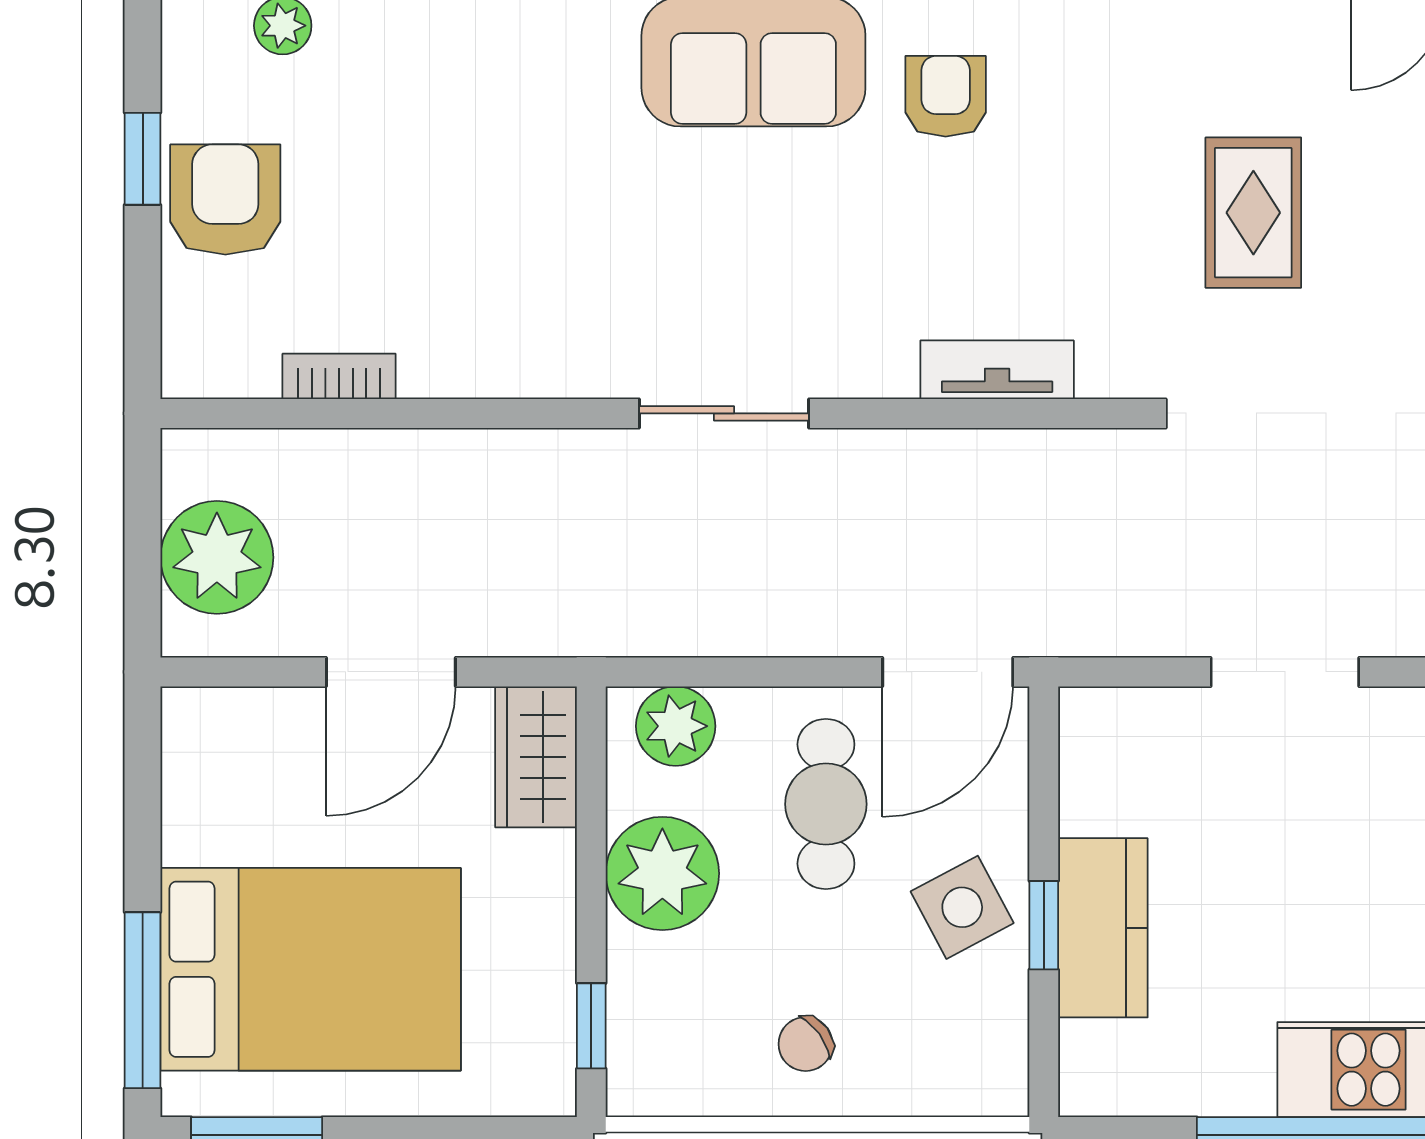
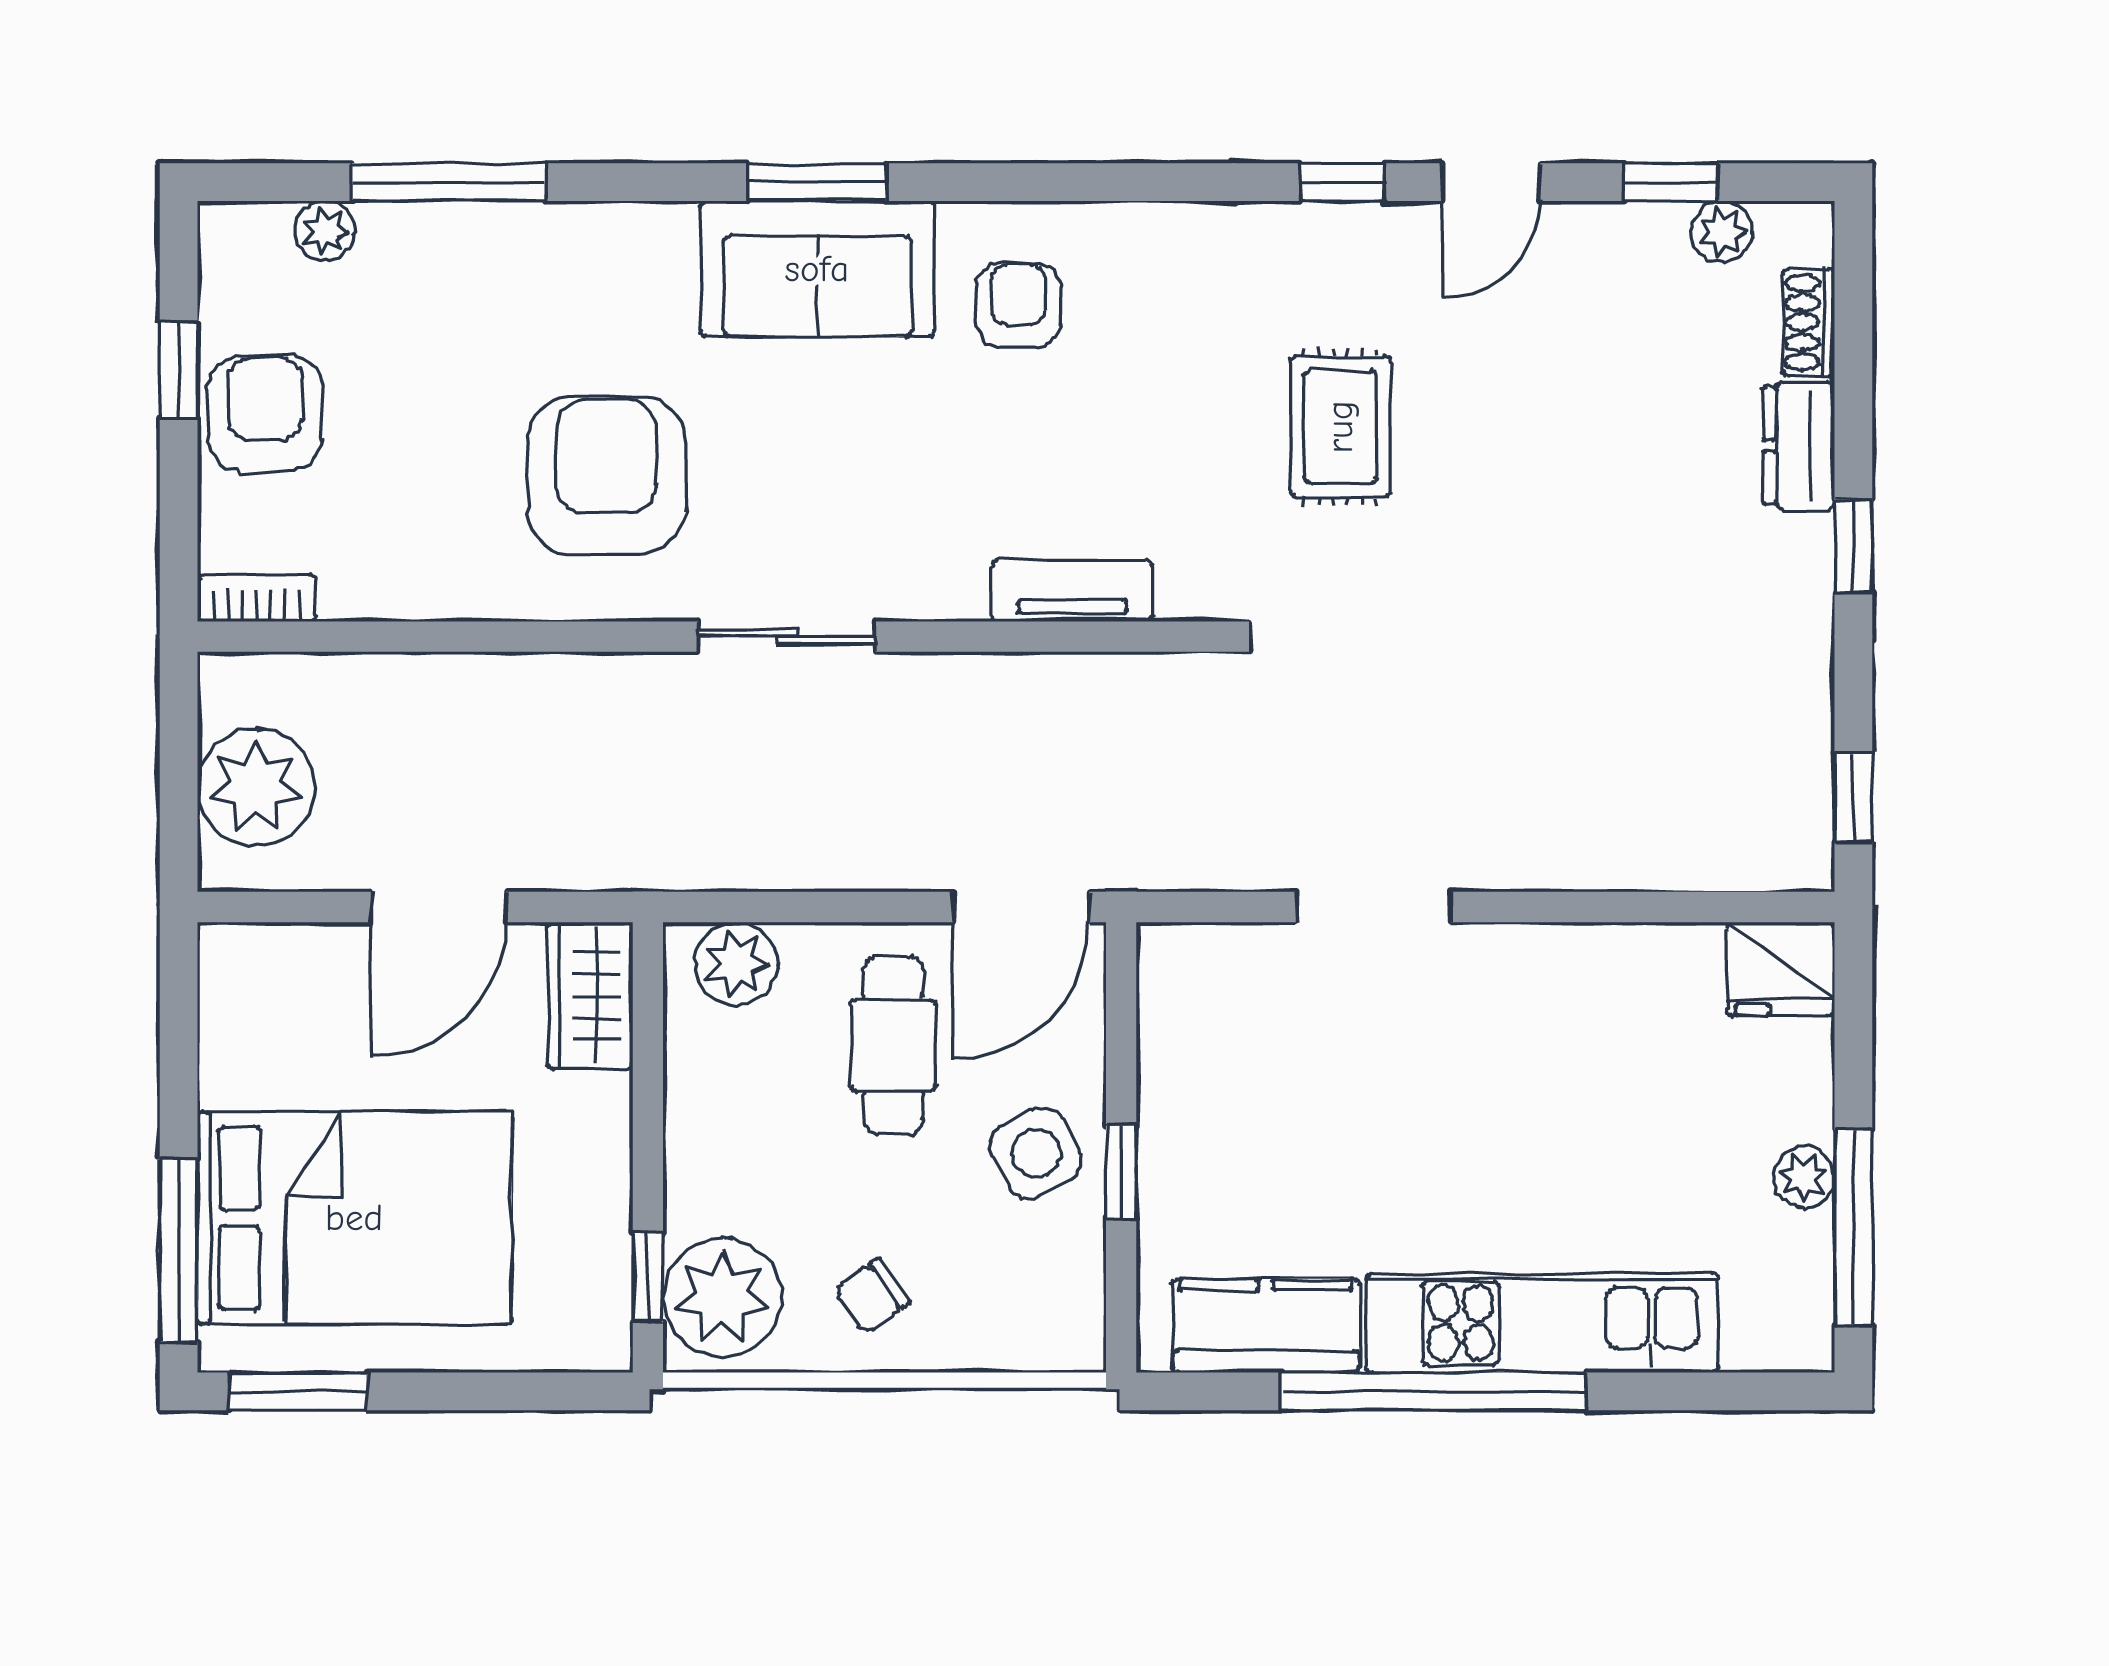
armchair: (552, 259) -> (606, 475), added
bookcase: (339, 376) -> (257, 598), moved
plant: (662, 873) -> (722, 1297), moved
kitchen counter: (1103, 928) -> (1266, 1326), moved, turned -90

